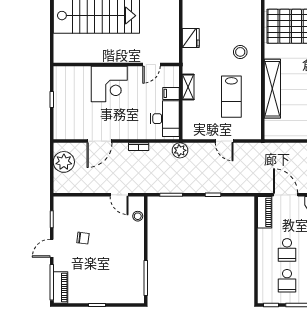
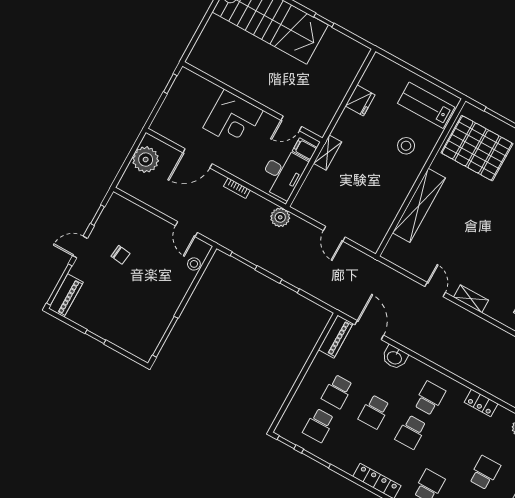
wall: (116, 64) -> (252, 102), moved
door: (151, 64) -> (291, 123), moved
corner desk: (109, 84) -> (233, 119), moved
lab bench: (231, 97) -> (426, 105), moved, turned 90

